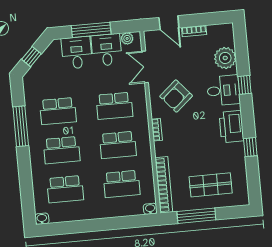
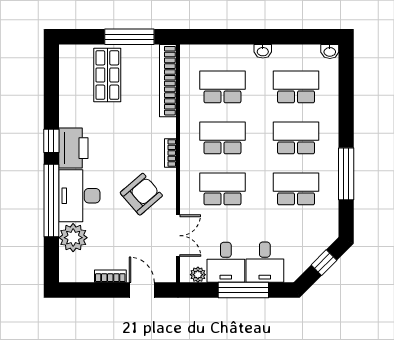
window: (245, 85) -> (51, 200), width x3.17
desk: (223, 90) -> (79, 196), width x1.37
window: (250, 147) -> (51, 141), moved
shop shelf: (211, 185) -> (107, 75), turned 90
washbasin: (150, 209) -> (263, 51), moved

